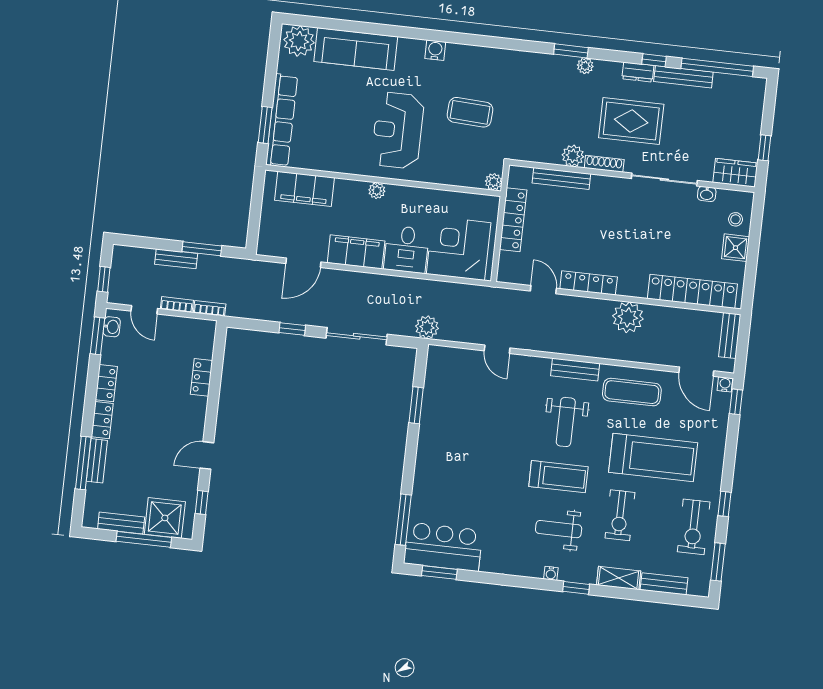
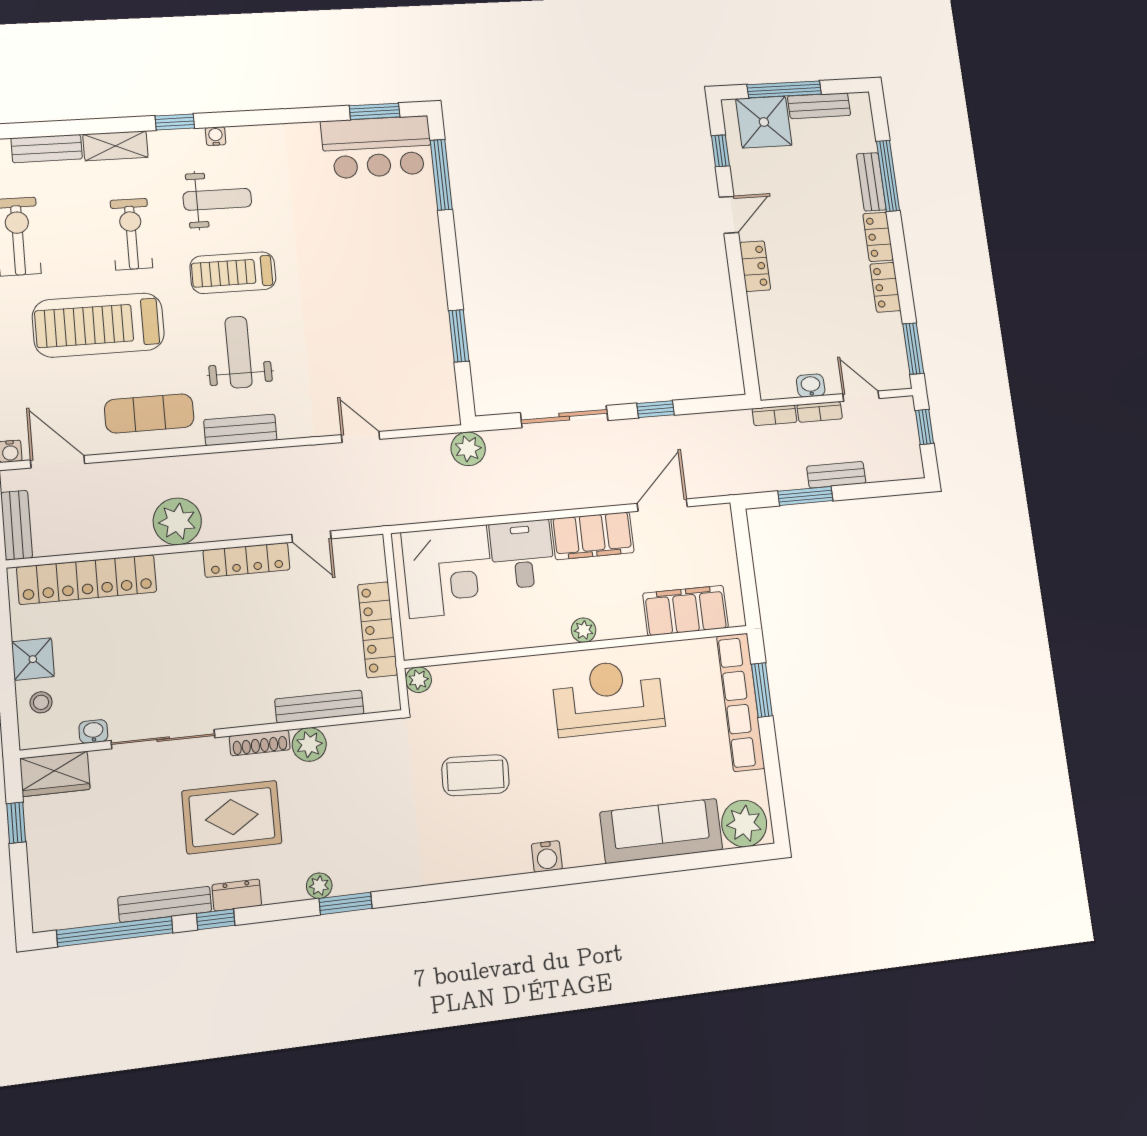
reception desk: (398, 130) -> (608, 698), moved, turned -90
washbasin: (112, 327) -> (811, 386), moved, turned 90
locker: (201, 377) -> (755, 266), moved

